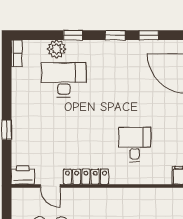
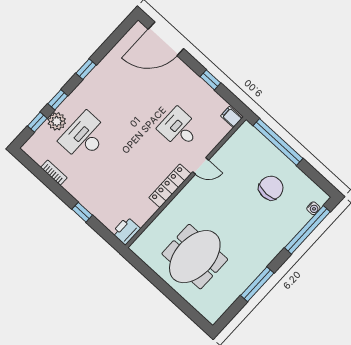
window: (149, 35) -> (37, 122), moved
bookcase: (17, 53) -> (54, 173), moved
door: (50, 186) -> (201, 166), moved

